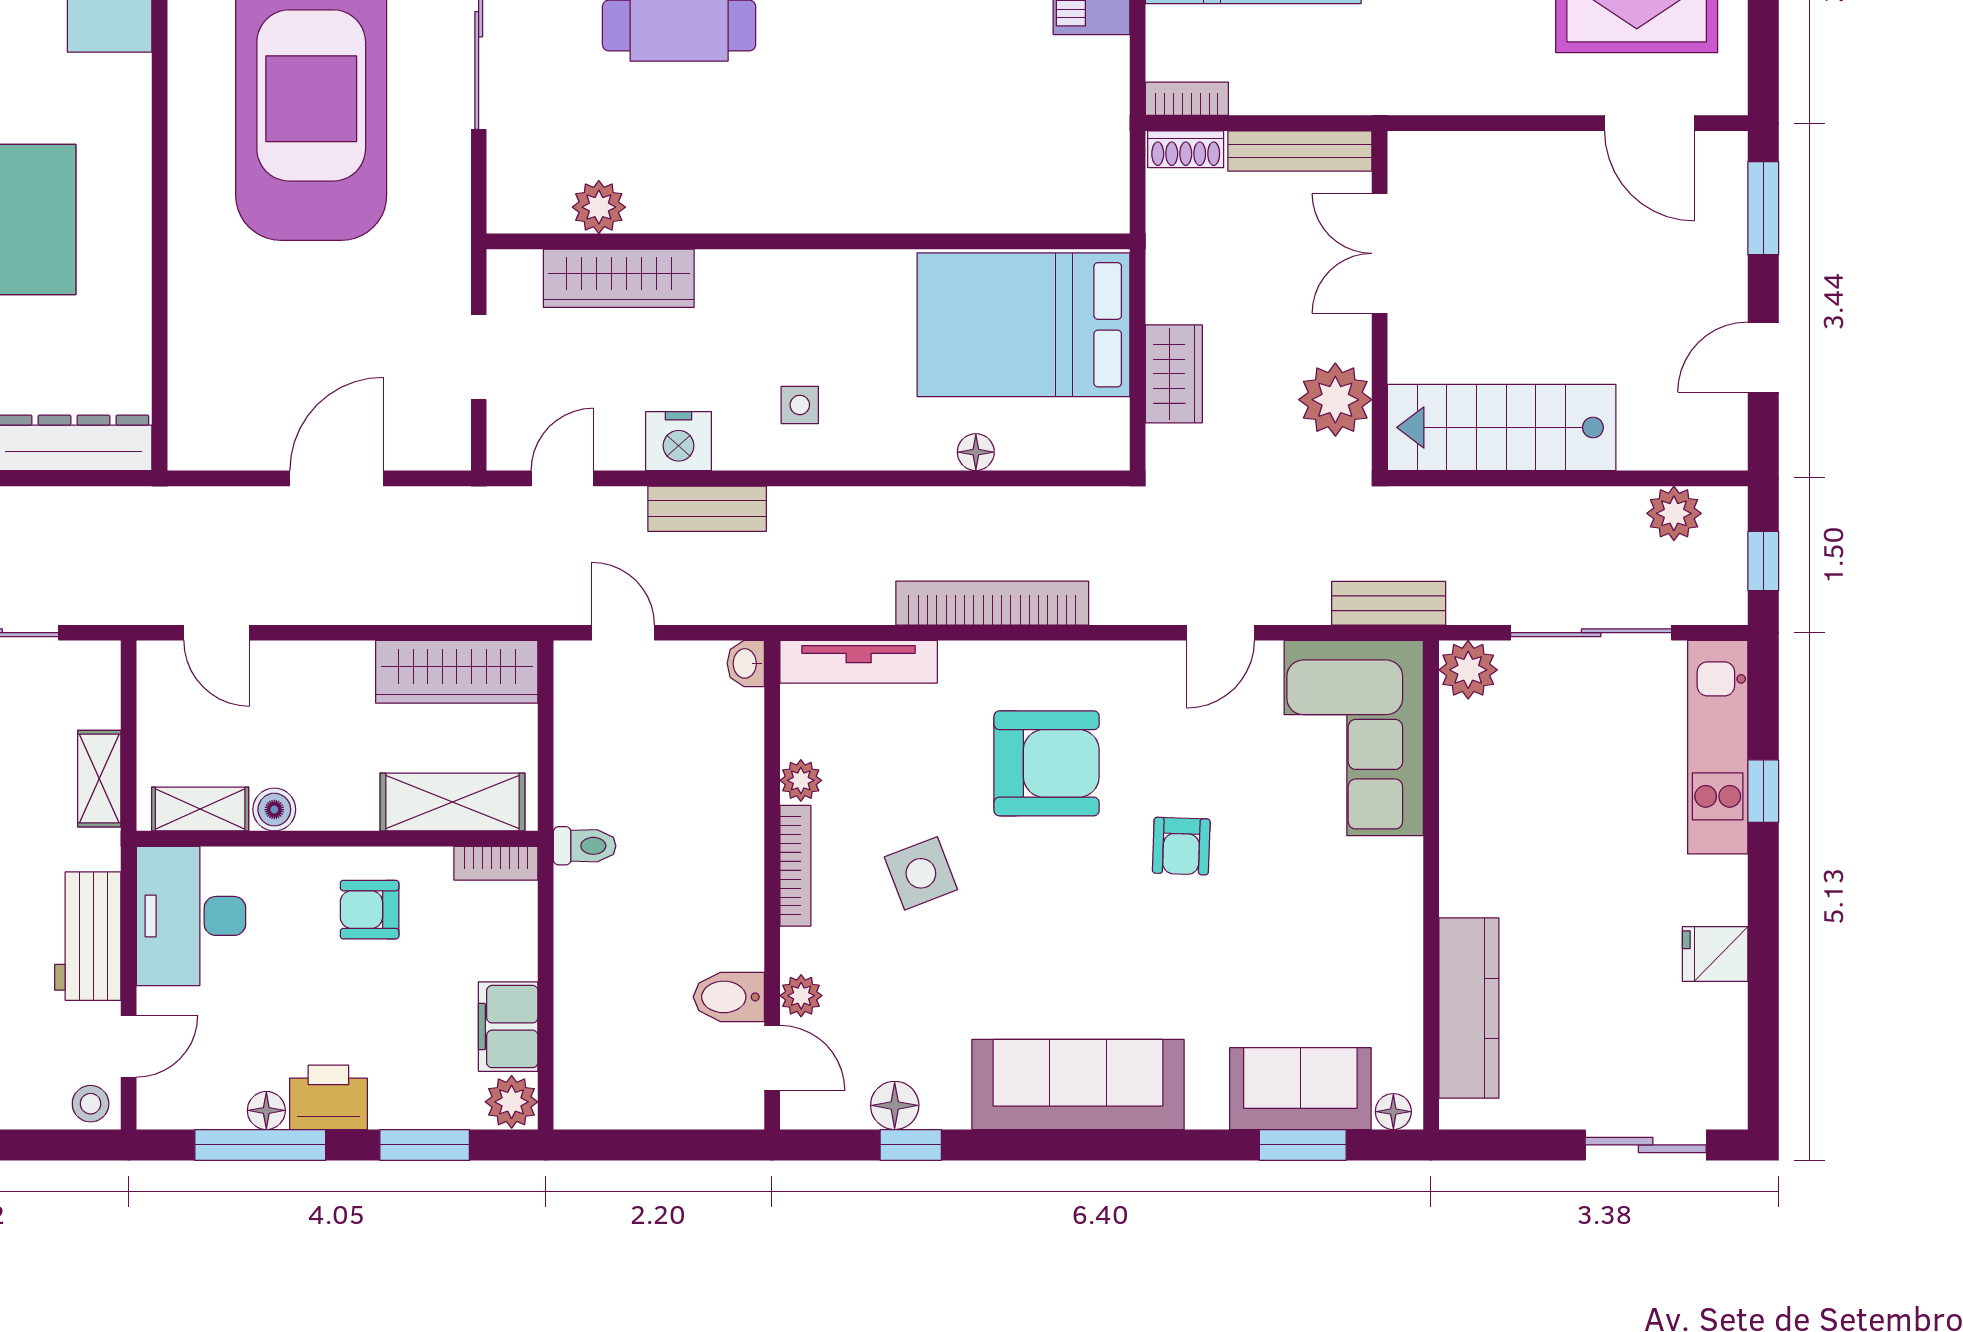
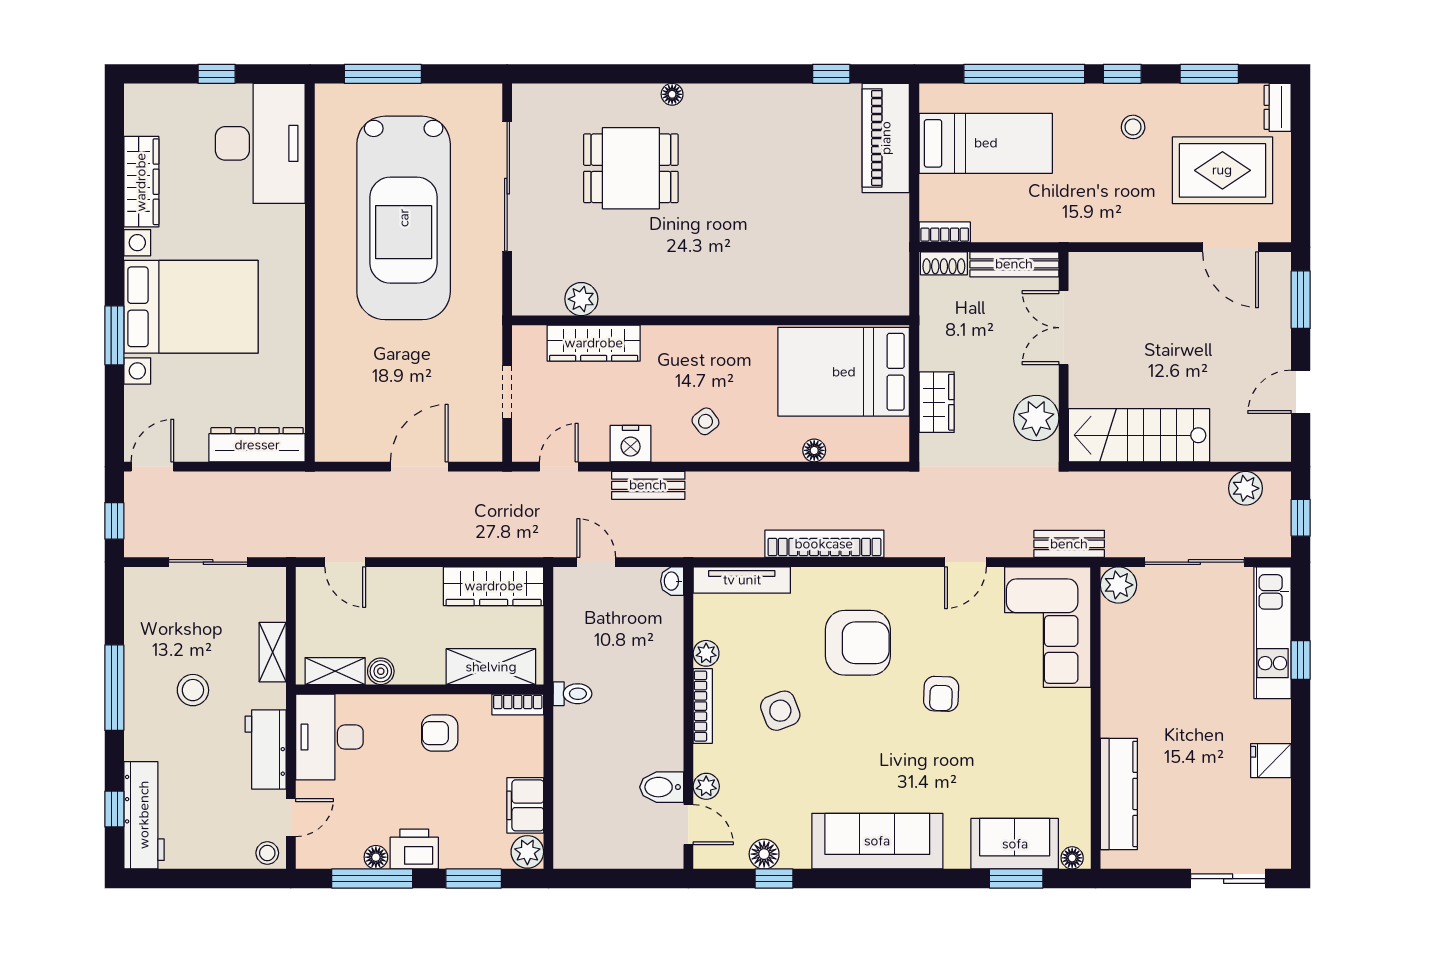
side table: (800, 405) -> (705, 421), turned -37

